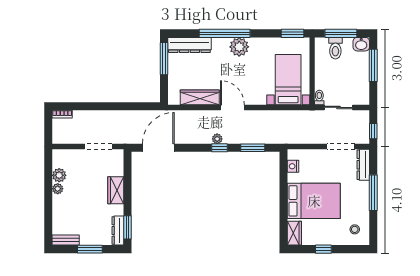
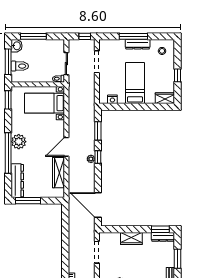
dresser: (363, 165) -> (138, 44), moved
bed: (314, 201) -> (135, 83), width x0.67

